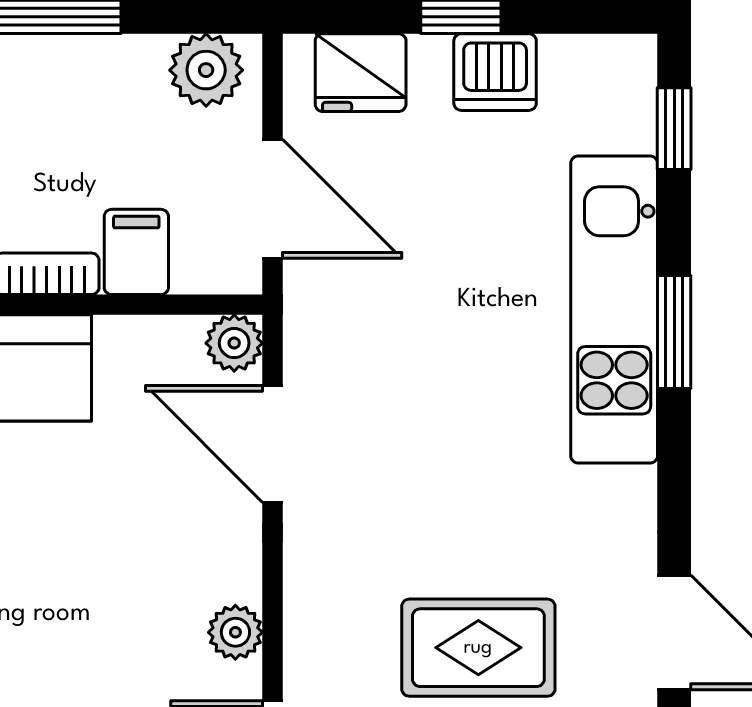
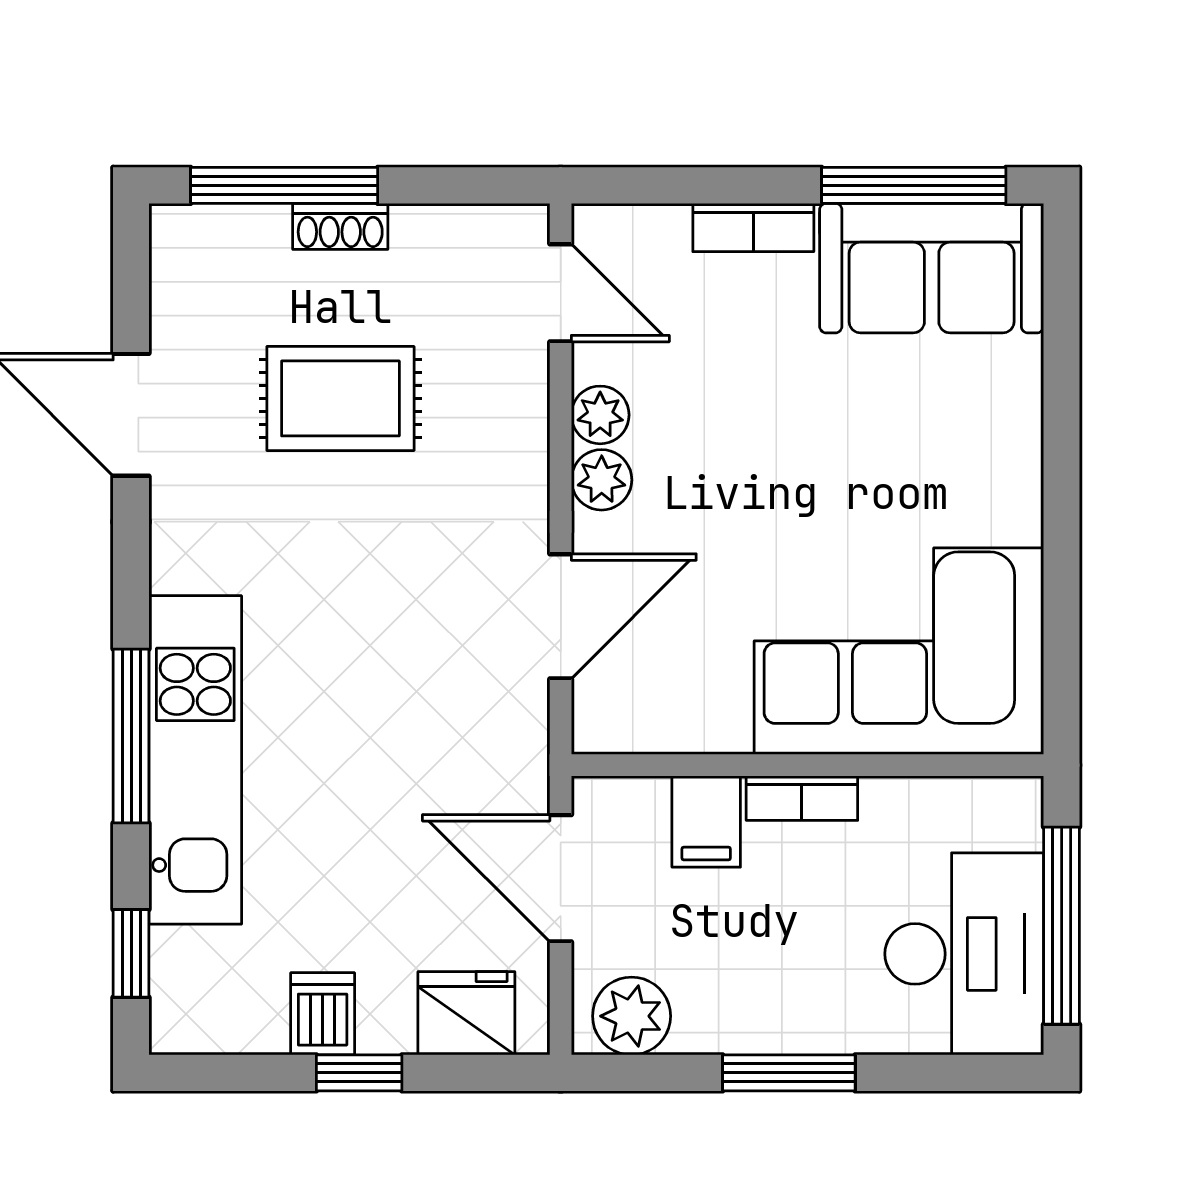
dishwasher: (495, 72) -> (323, 1014), width x0.73
window: (674, 332) -> (131, 736), width x1.44
plant: (234, 343) -> (602, 480), moved
door: (272, 444) -> (561, 616), hinge flipped

